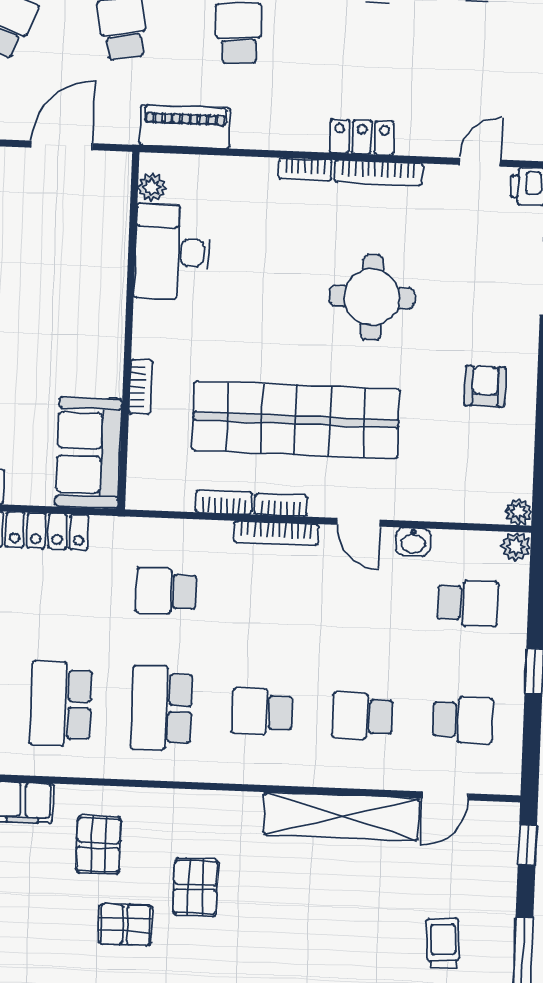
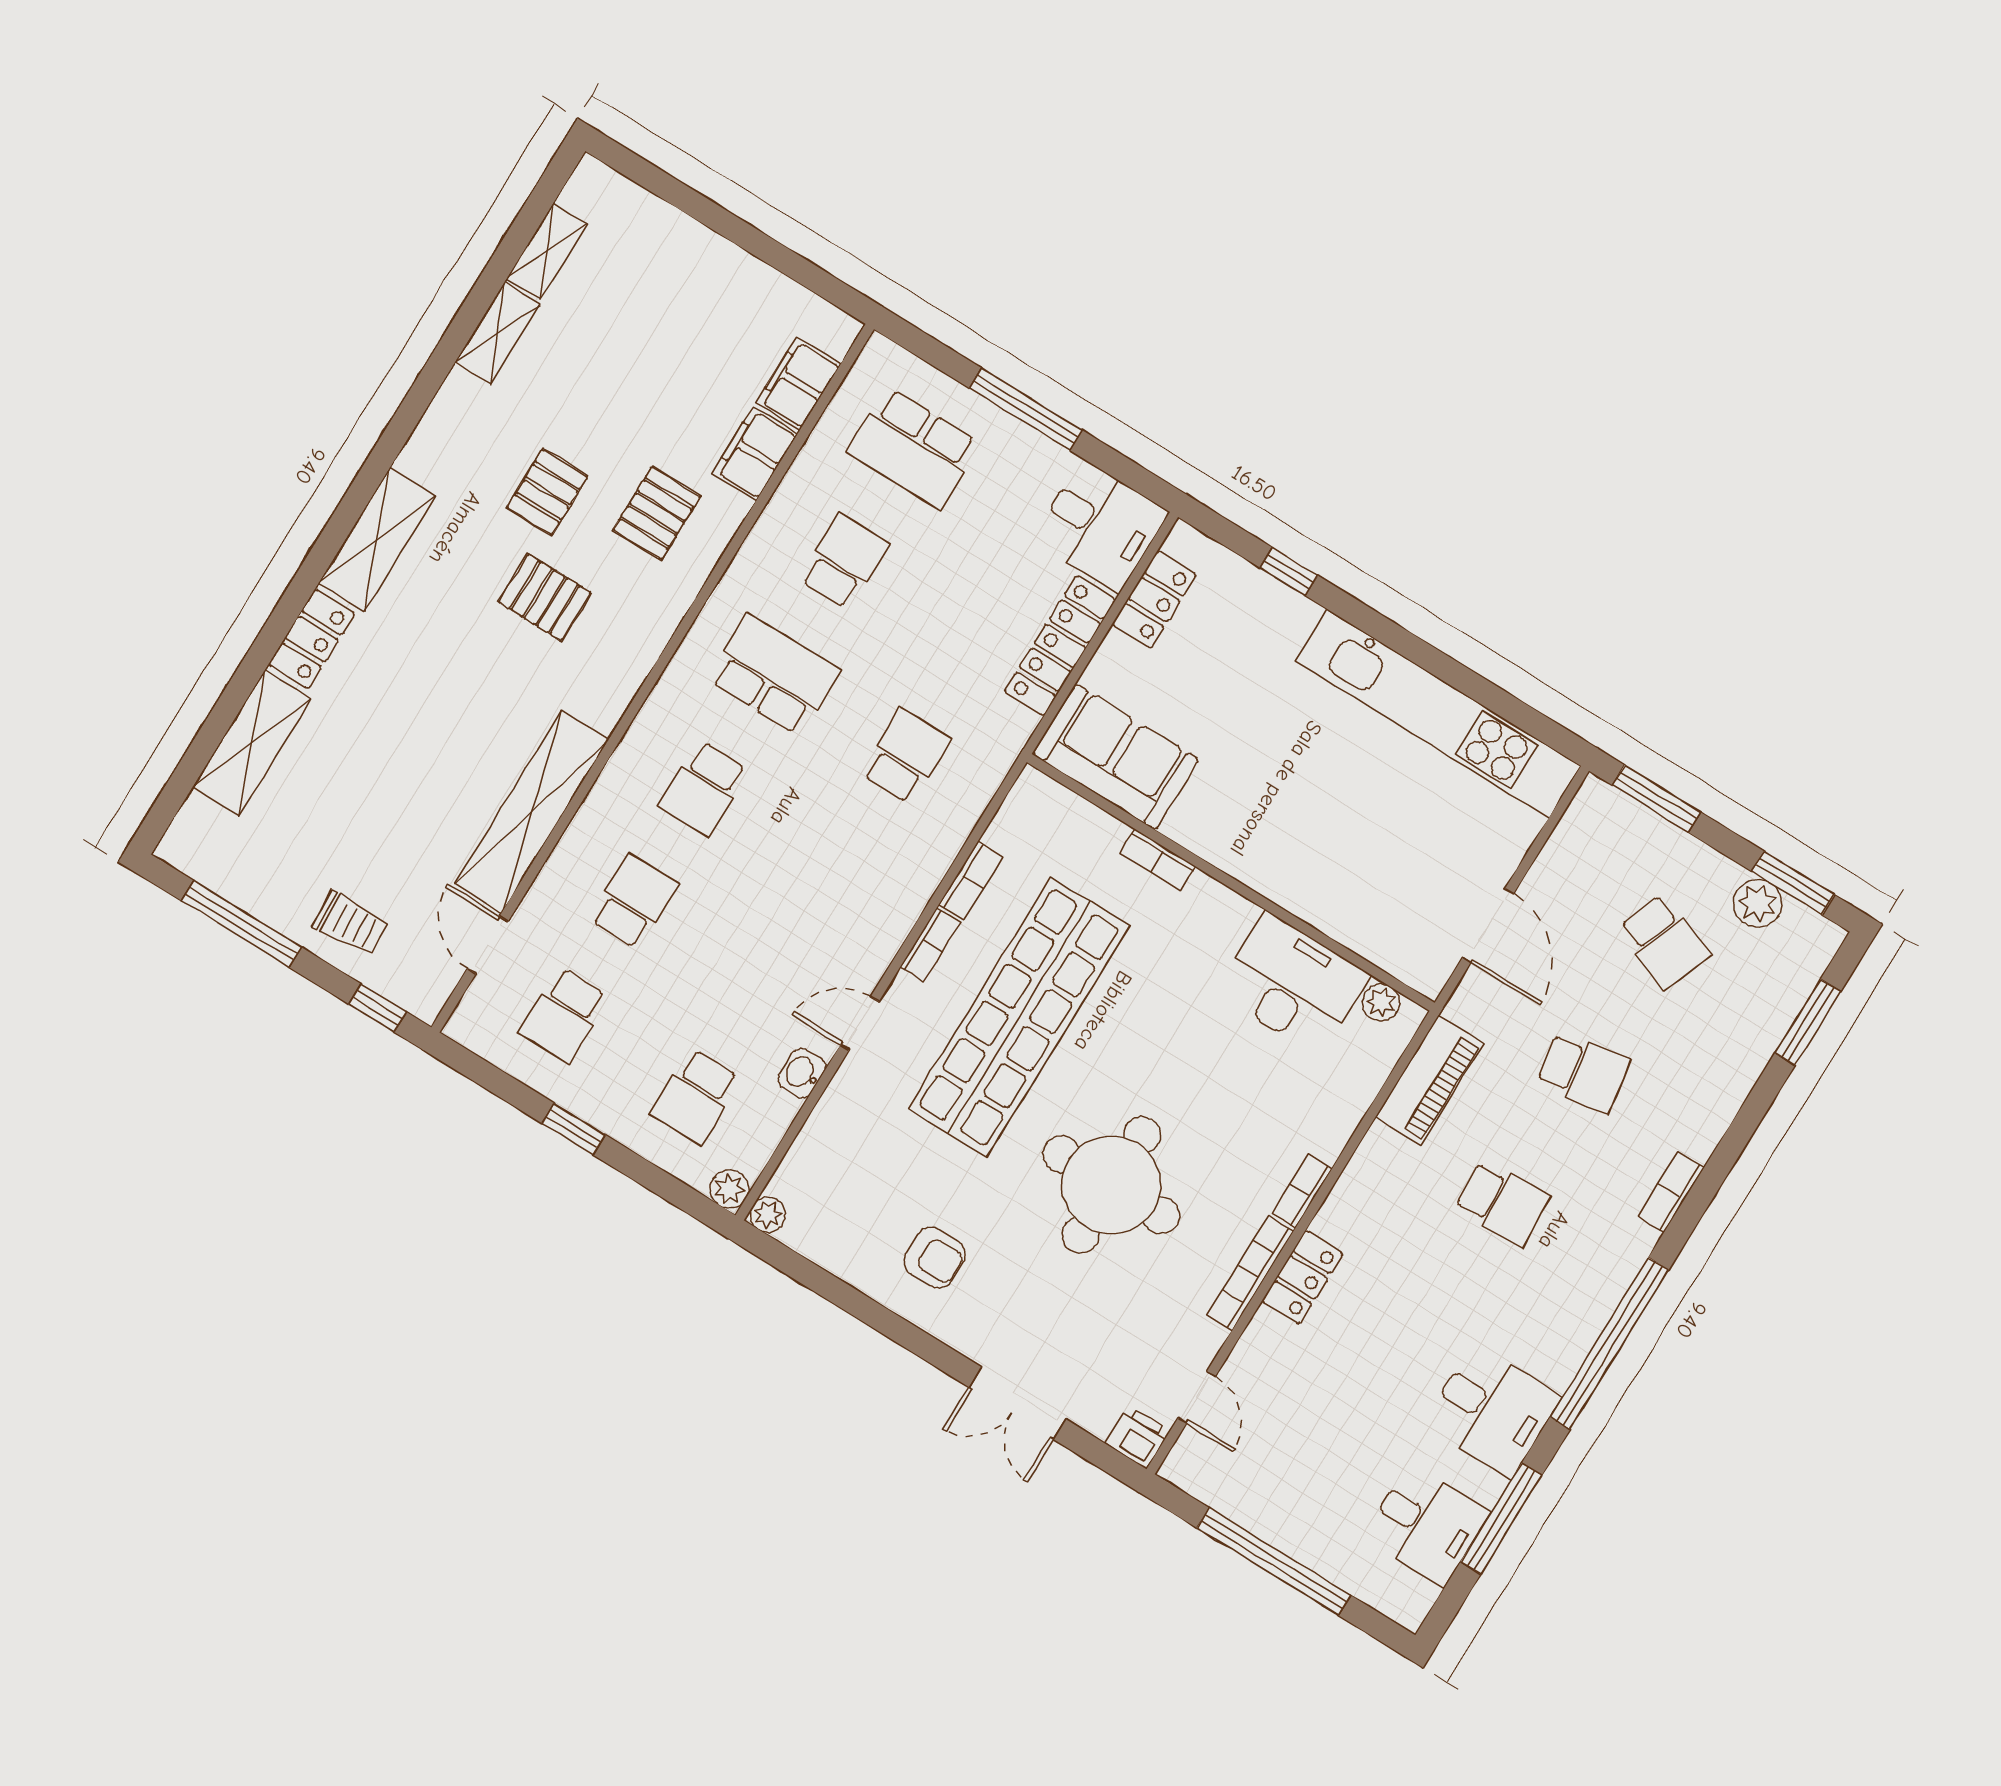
round table: (372, 297) -> (1111, 1185), width x1.36, depth x1.36
bookcase: (276, 533) -> (901, 921), removed
school desk: (61, 704) -> (844, 561), width x0.54
school desk: (262, 712) -> (704, 788), turned 180
pallet: (99, 845) -> (657, 513), turned 90
trolley: (443, 943) -> (351, 923), moved

